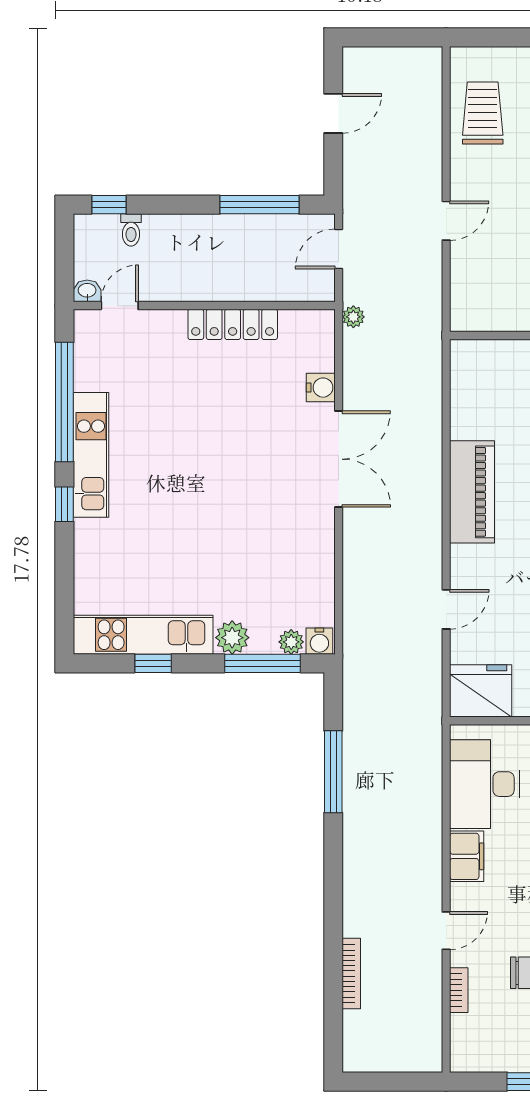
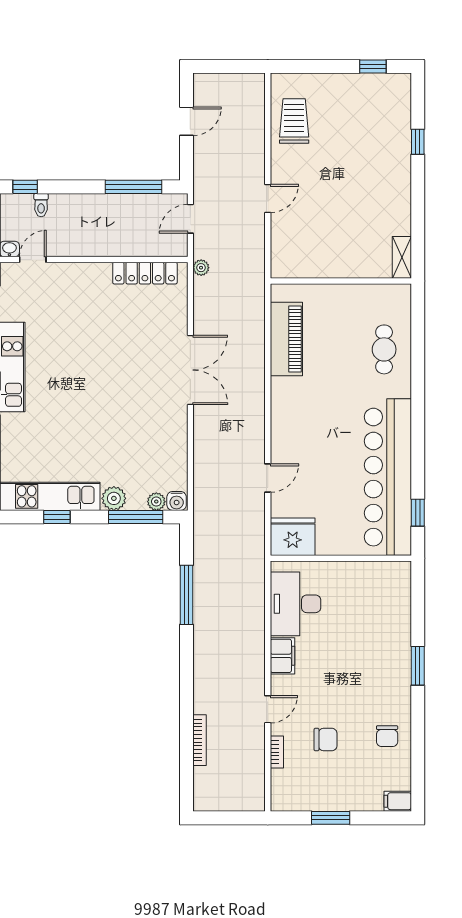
locker: (233, 324) -> (145, 273), moved
water cooler: (321, 388) -> (178, 319), removed
piano: (472, 492) -> (286, 339), moved

